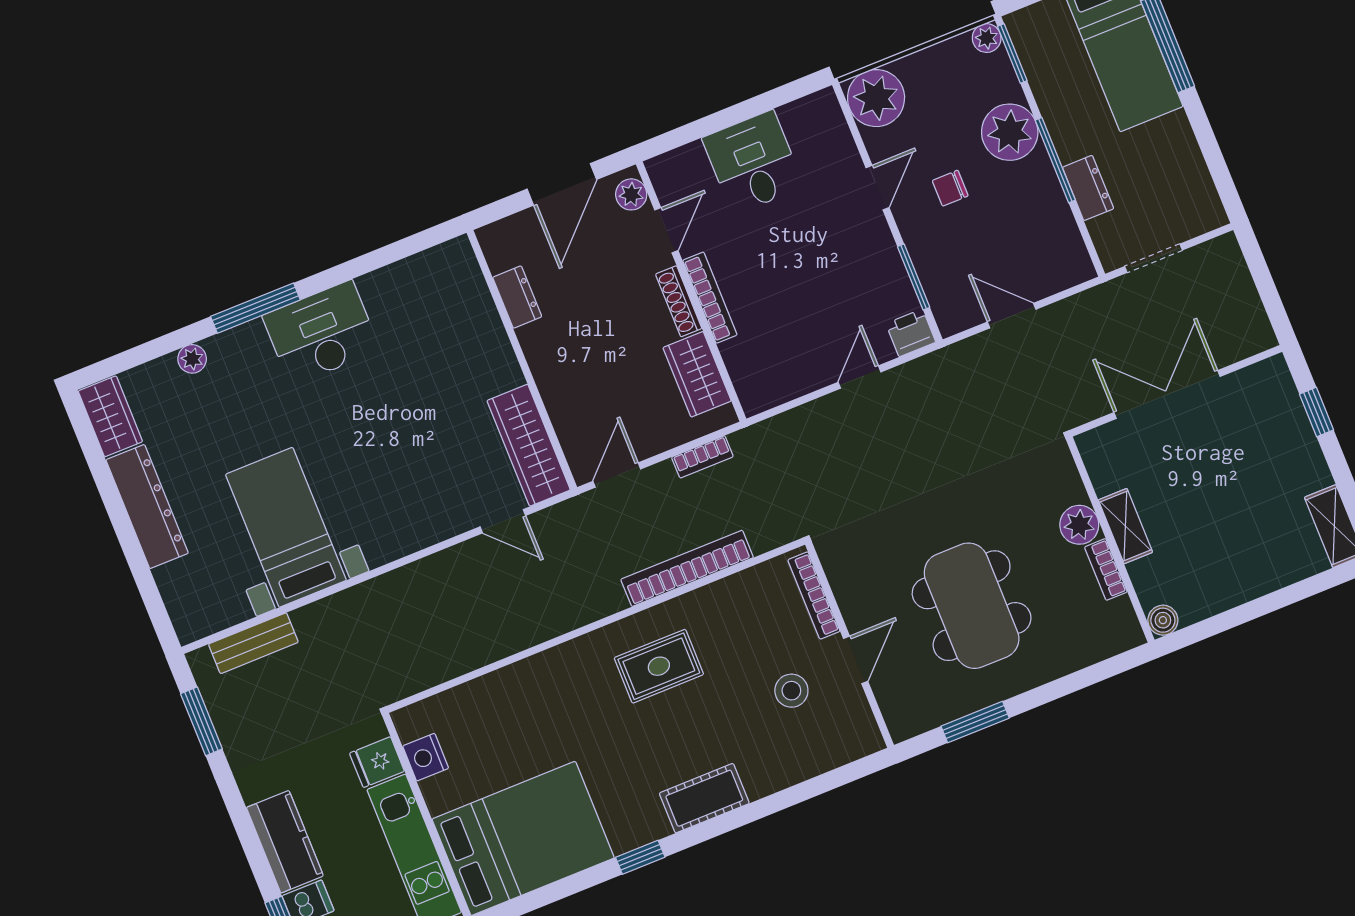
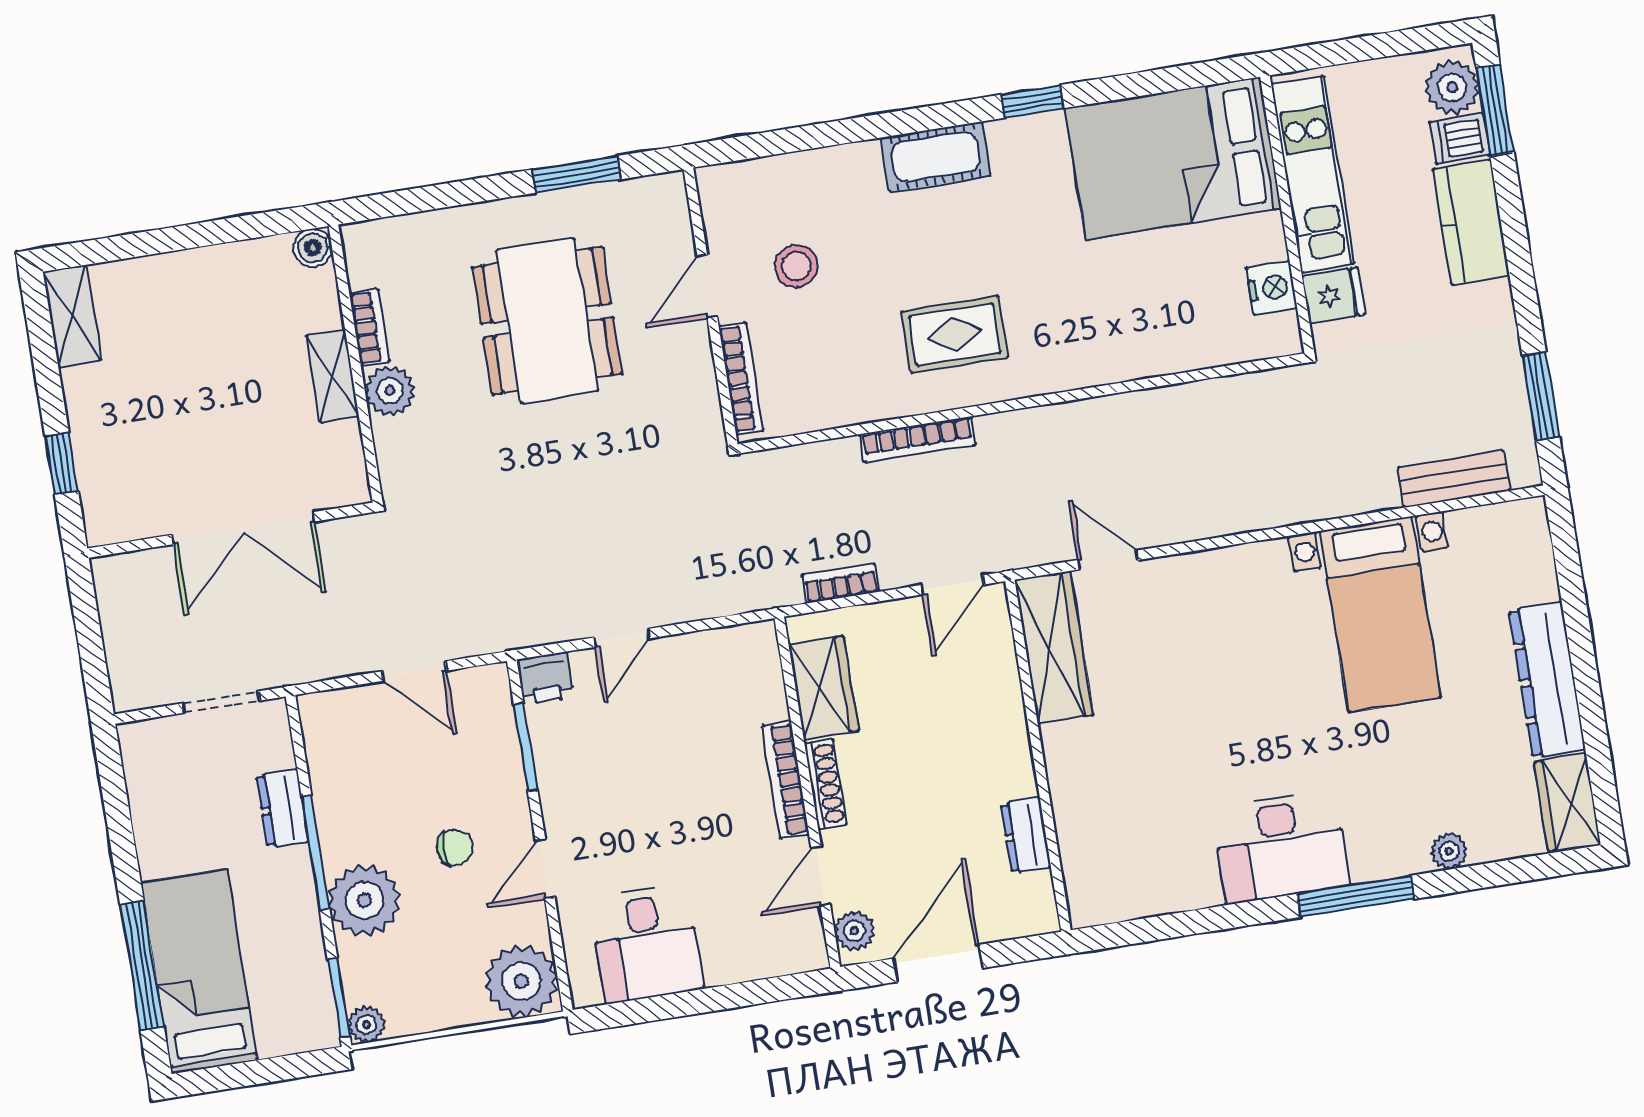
desk: (753, 162) -> (646, 943), moved
bookcase: (687, 568) -> (918, 440), width x0.68, depth x0.76

